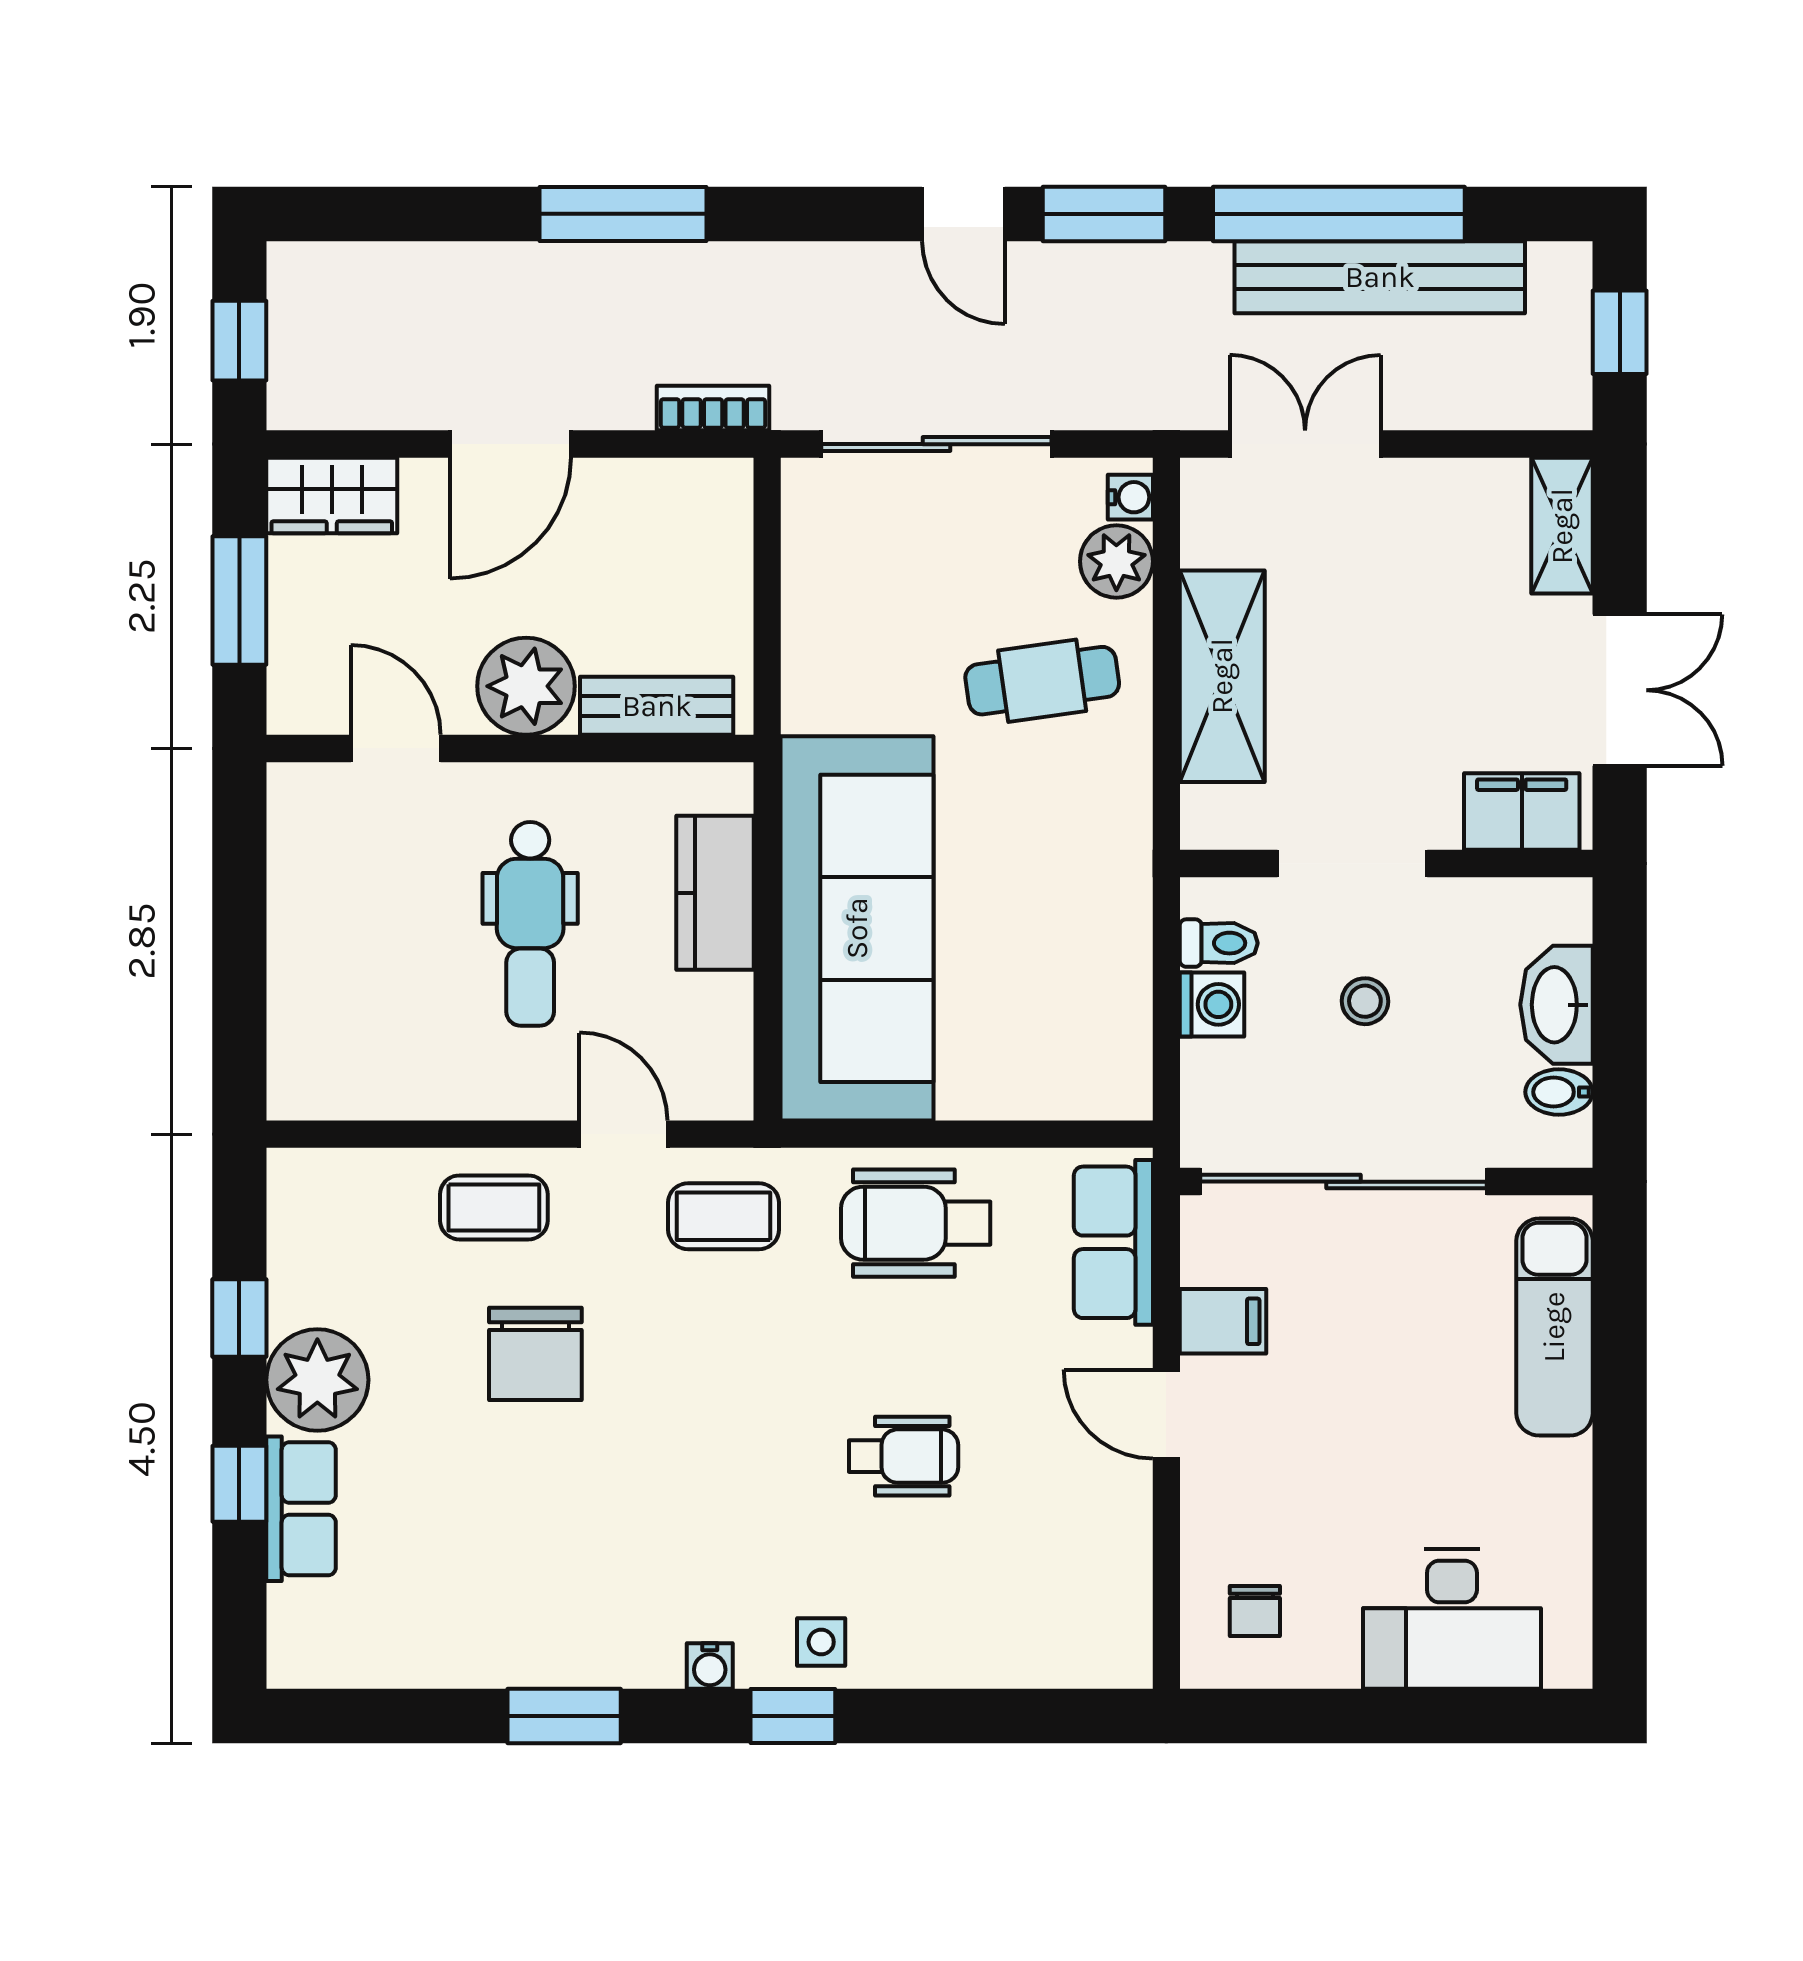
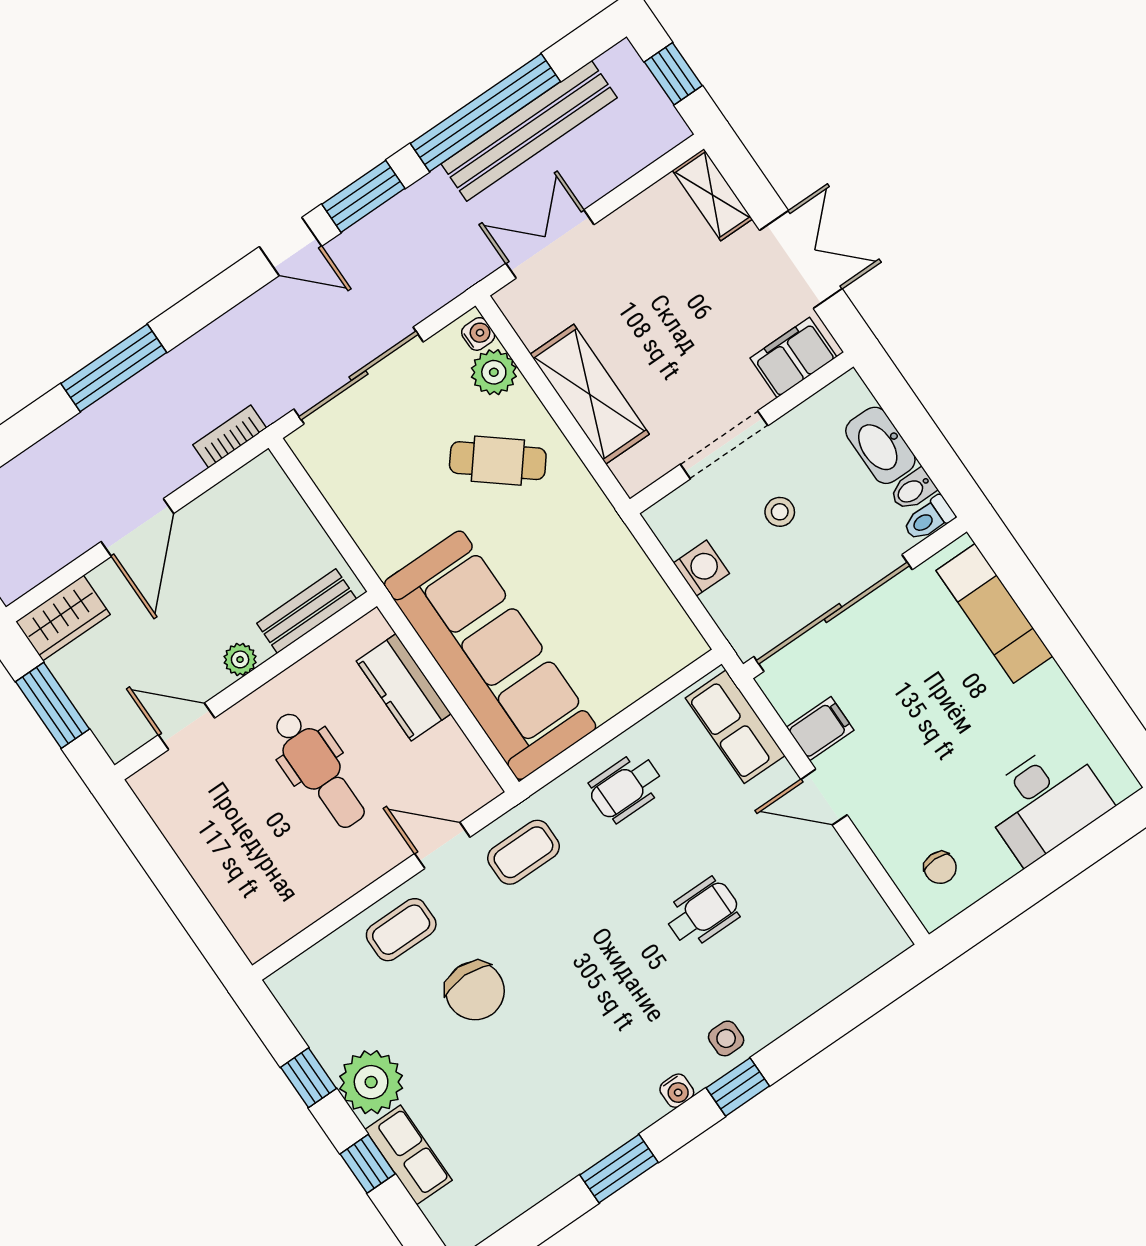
cafe table: (1042, 681) -> (498, 461), turned 47
plant: (526, 686) -> (240, 659), width x0.53, depth x0.53
toilet: (1219, 943) -> (929, 519), moved, turned 180
wheelchair: (916, 1223) -> (626, 787), width x0.73, depth x0.73

